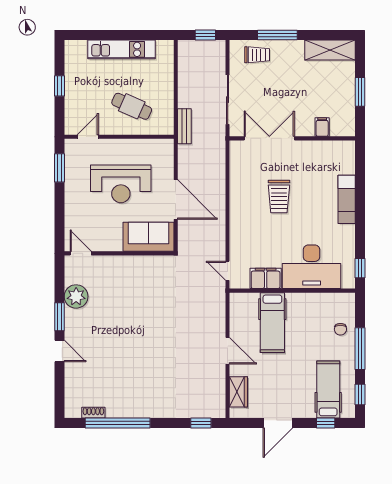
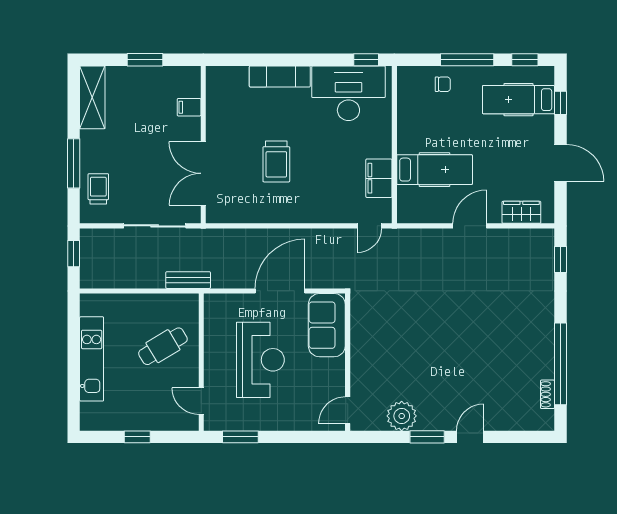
cafe table: (132, 106) -> (163, 346), turned 35
trolley: (279, 197) -> (276, 161), turned 90
desk: (312, 267) -> (348, 93), moved, turned -90

